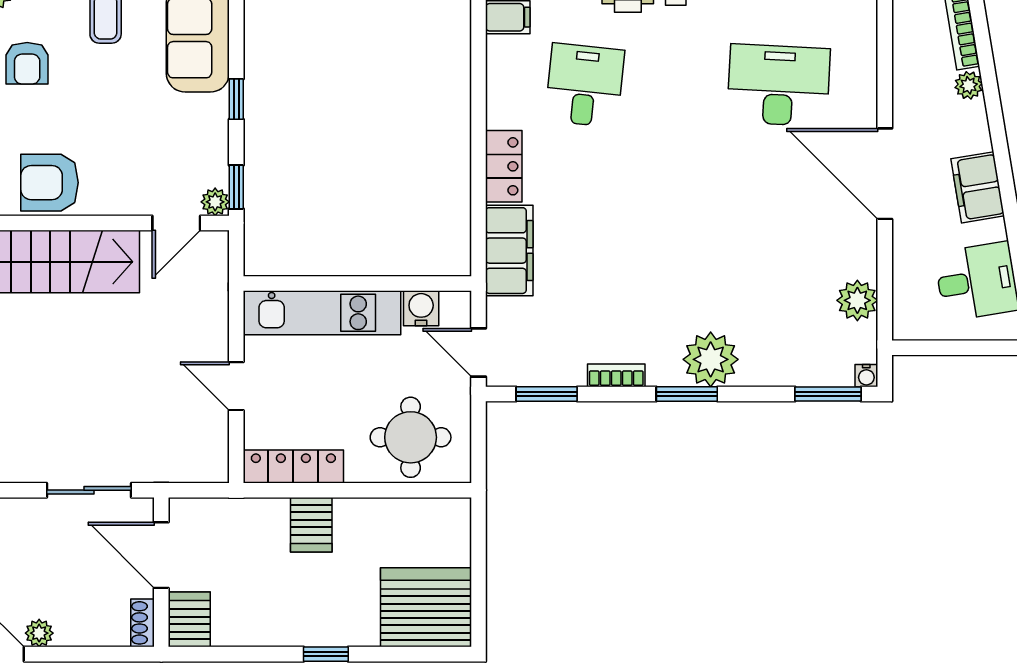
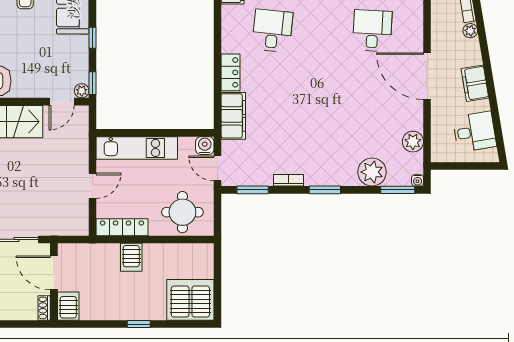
desk: (779, 85) -> (372, 31), width x0.73
water cooler: (421, 308) -> (205, 146), moved
plant: (711, 359) -> (372, 172), moved
door: (236, 386) -> (93, 186), swing flipped

